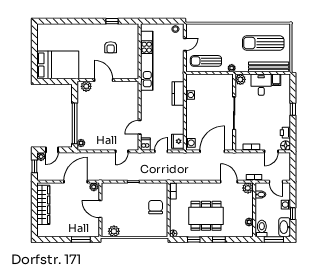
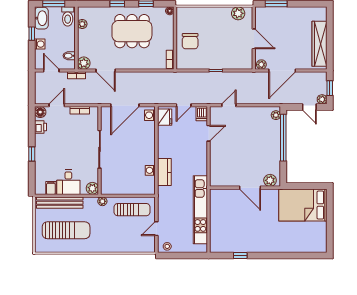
armchair: (111, 47) -> (242, 225), removed
door: (52, 150) -> (309, 107), swing flipped

